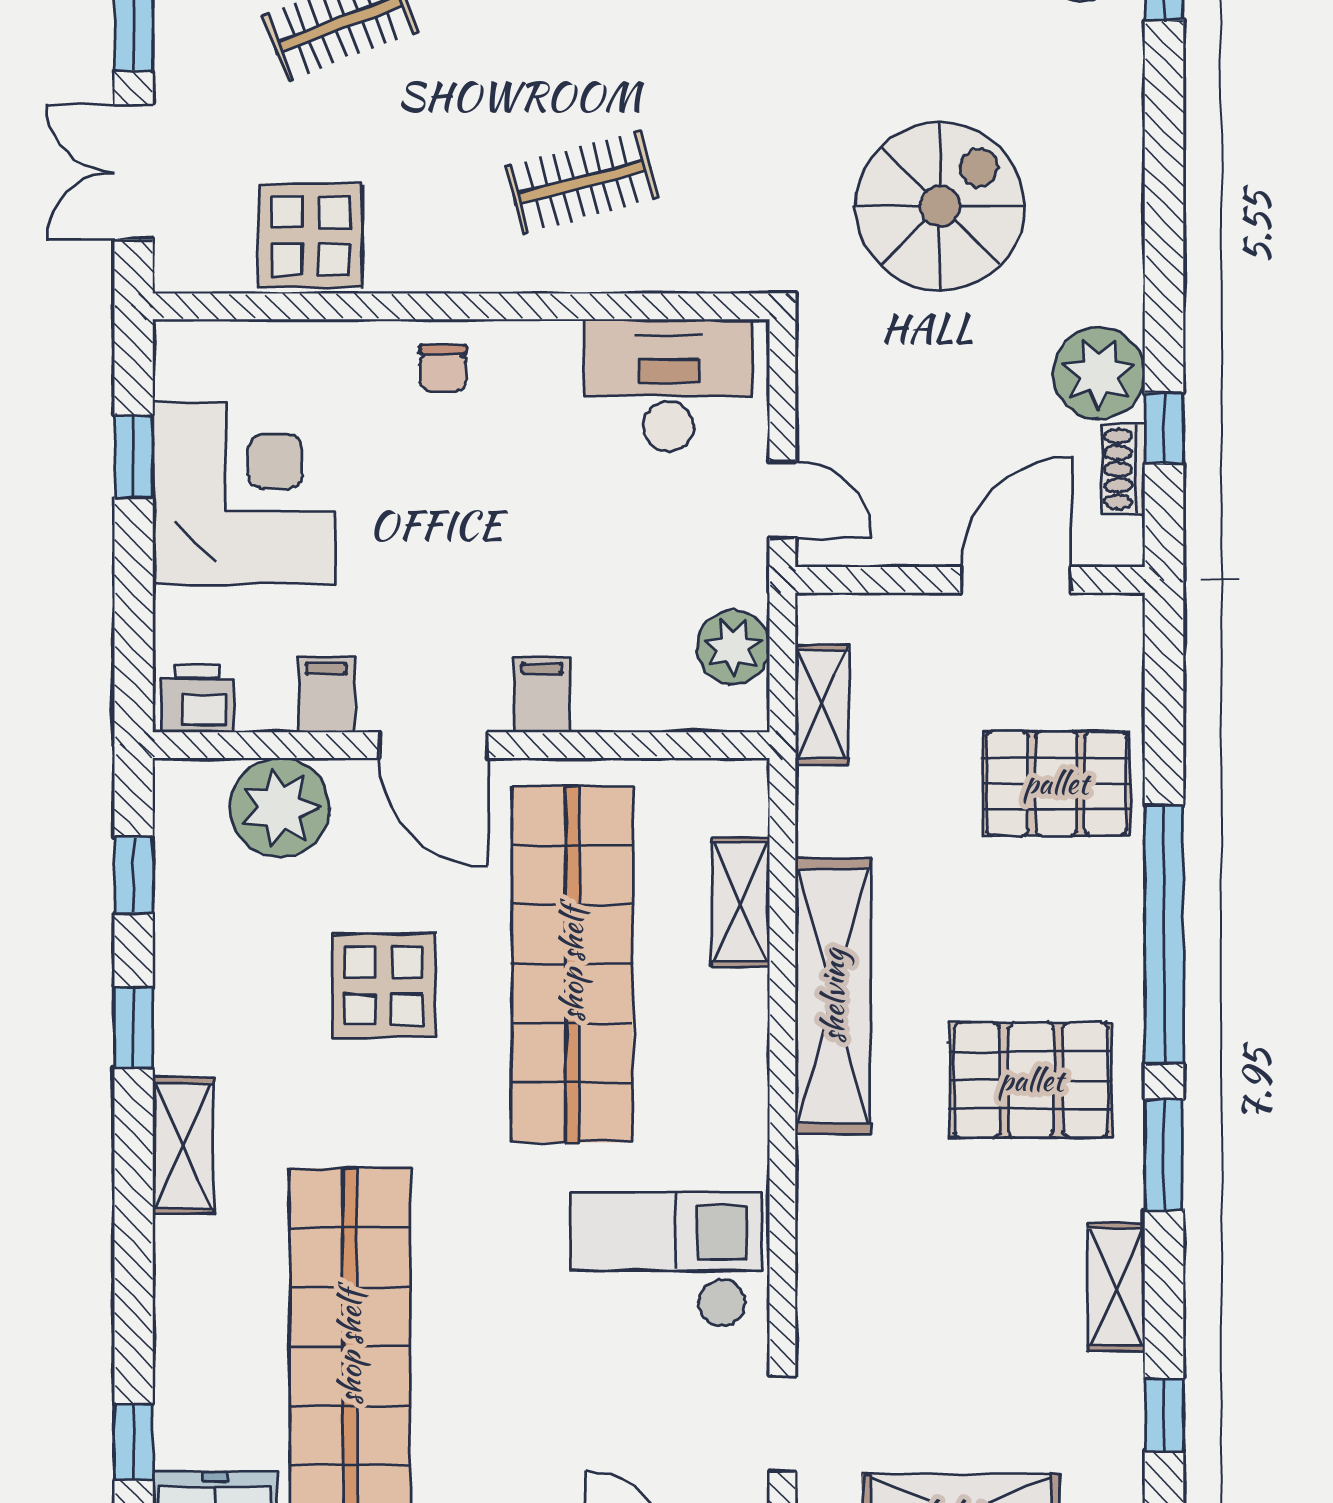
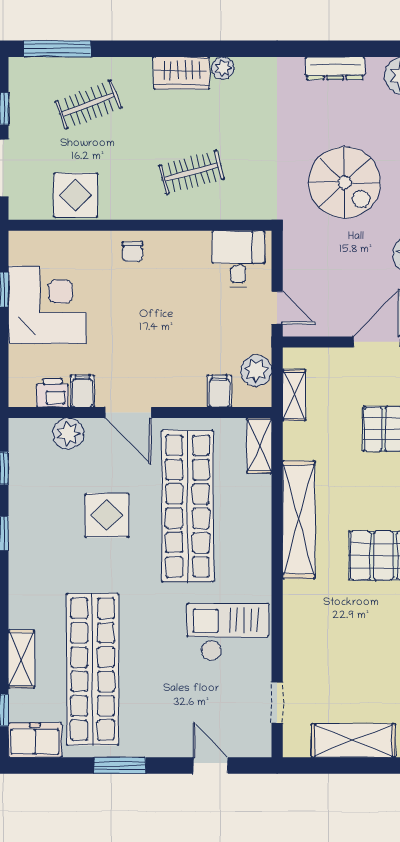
spiral stairs: (940, 206) -> (344, 182), turned 90
desk: (668, 385) -> (238, 259), width x0.73
filing cabinet: (542, 695) -> (219, 391), moved
printer: (198, 699) -> (52, 393), moved
plant: (279, 808) -> (68, 434), width x0.73, depth x0.73
shelving: (741, 902) -> (259, 445), moved
shelving: (183, 1146) -> (21, 659), moved

